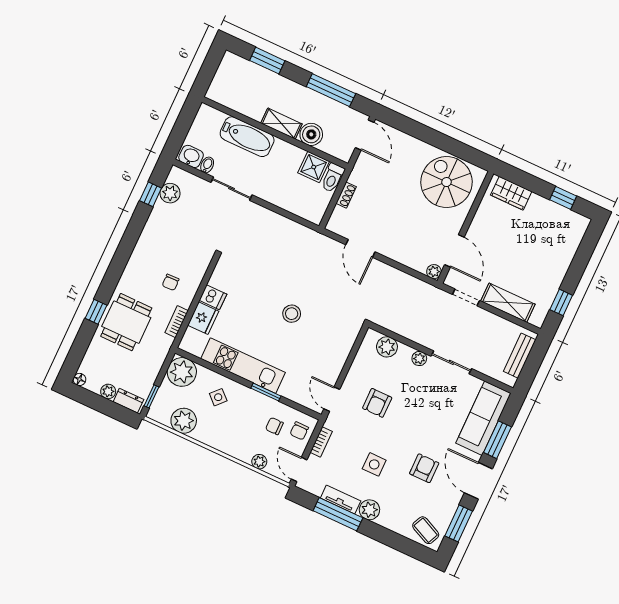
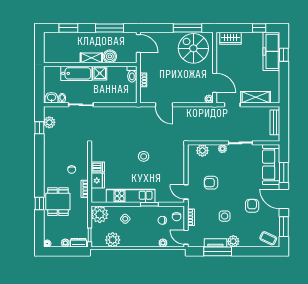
window: (452, 146) -> (188, 28), added
shower: (314, 167) -> (100, 73), moved
freezer: (565, 243) -> (271, 51), added
window: (561, 302) -> (284, 55), moved
armchair: (377, 403) -> (211, 183), turned 90

